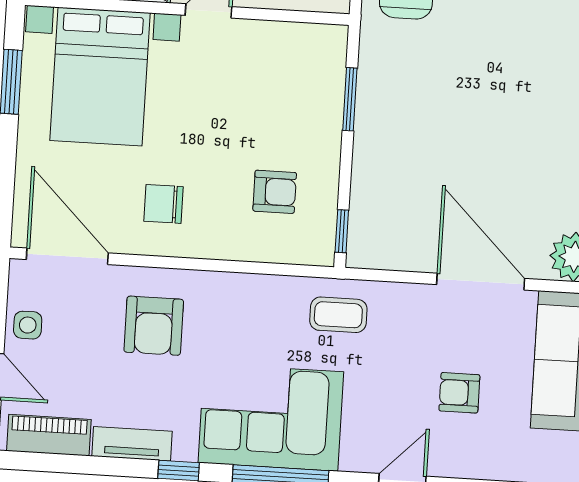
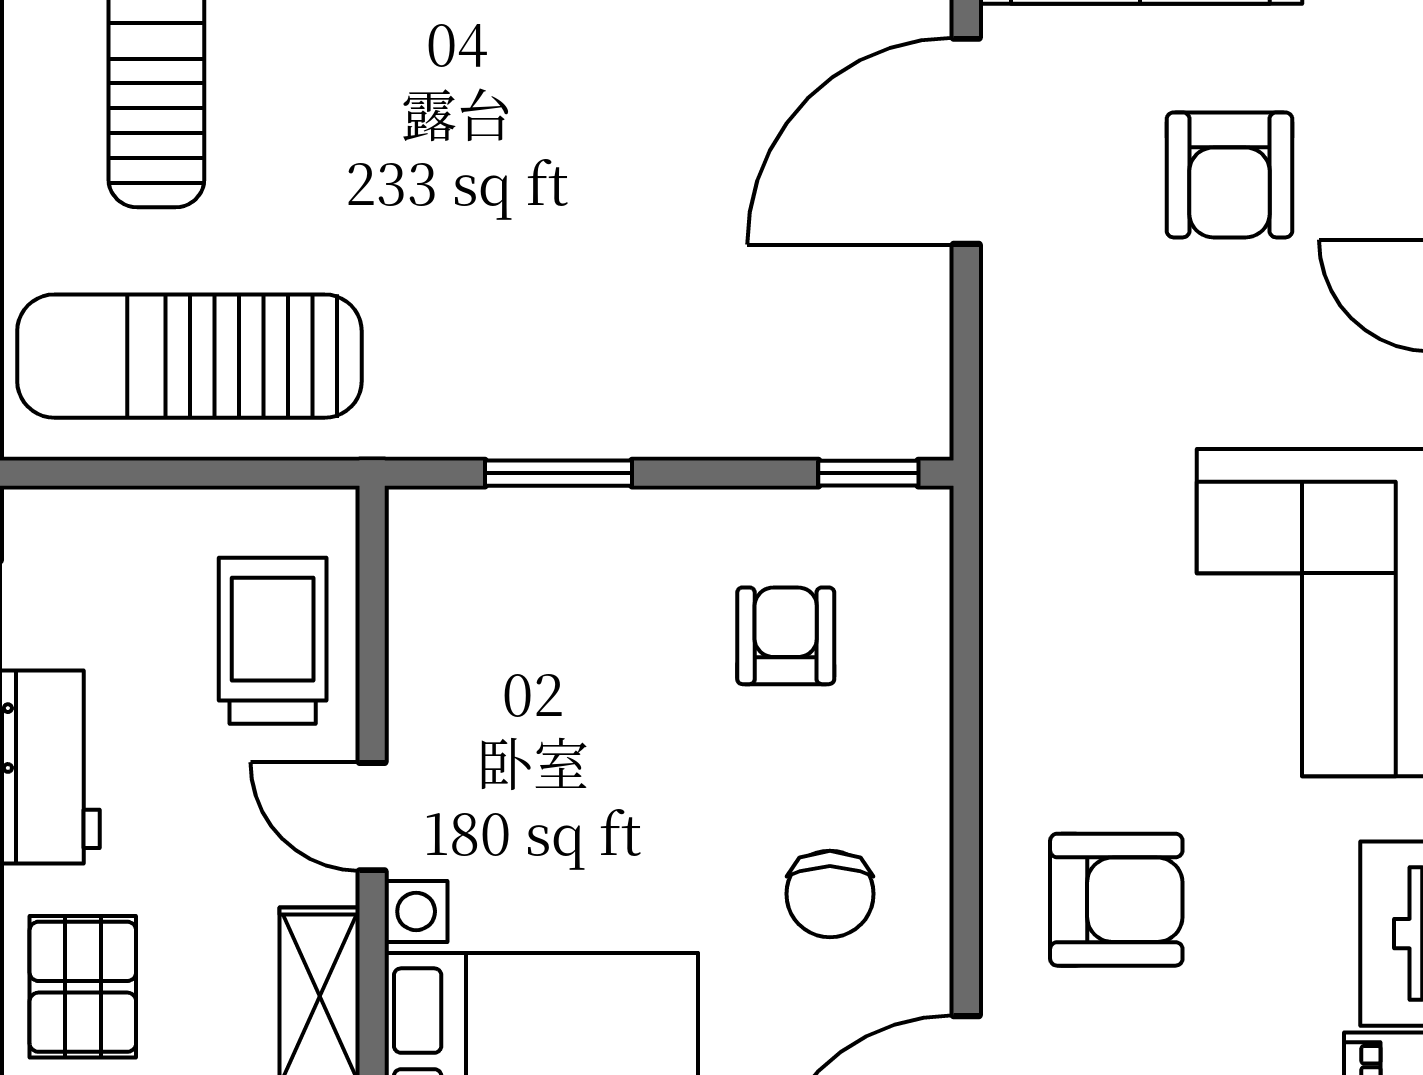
coffee table: (338, 315) -> (1064, 469), removed
armchair: (459, 393) -> (1230, 175), width x1.38, depth x1.38

